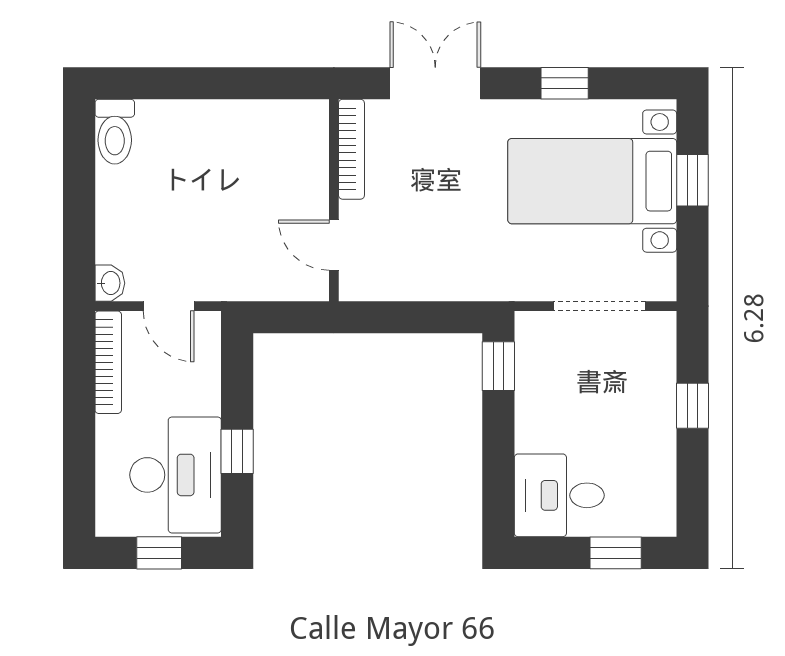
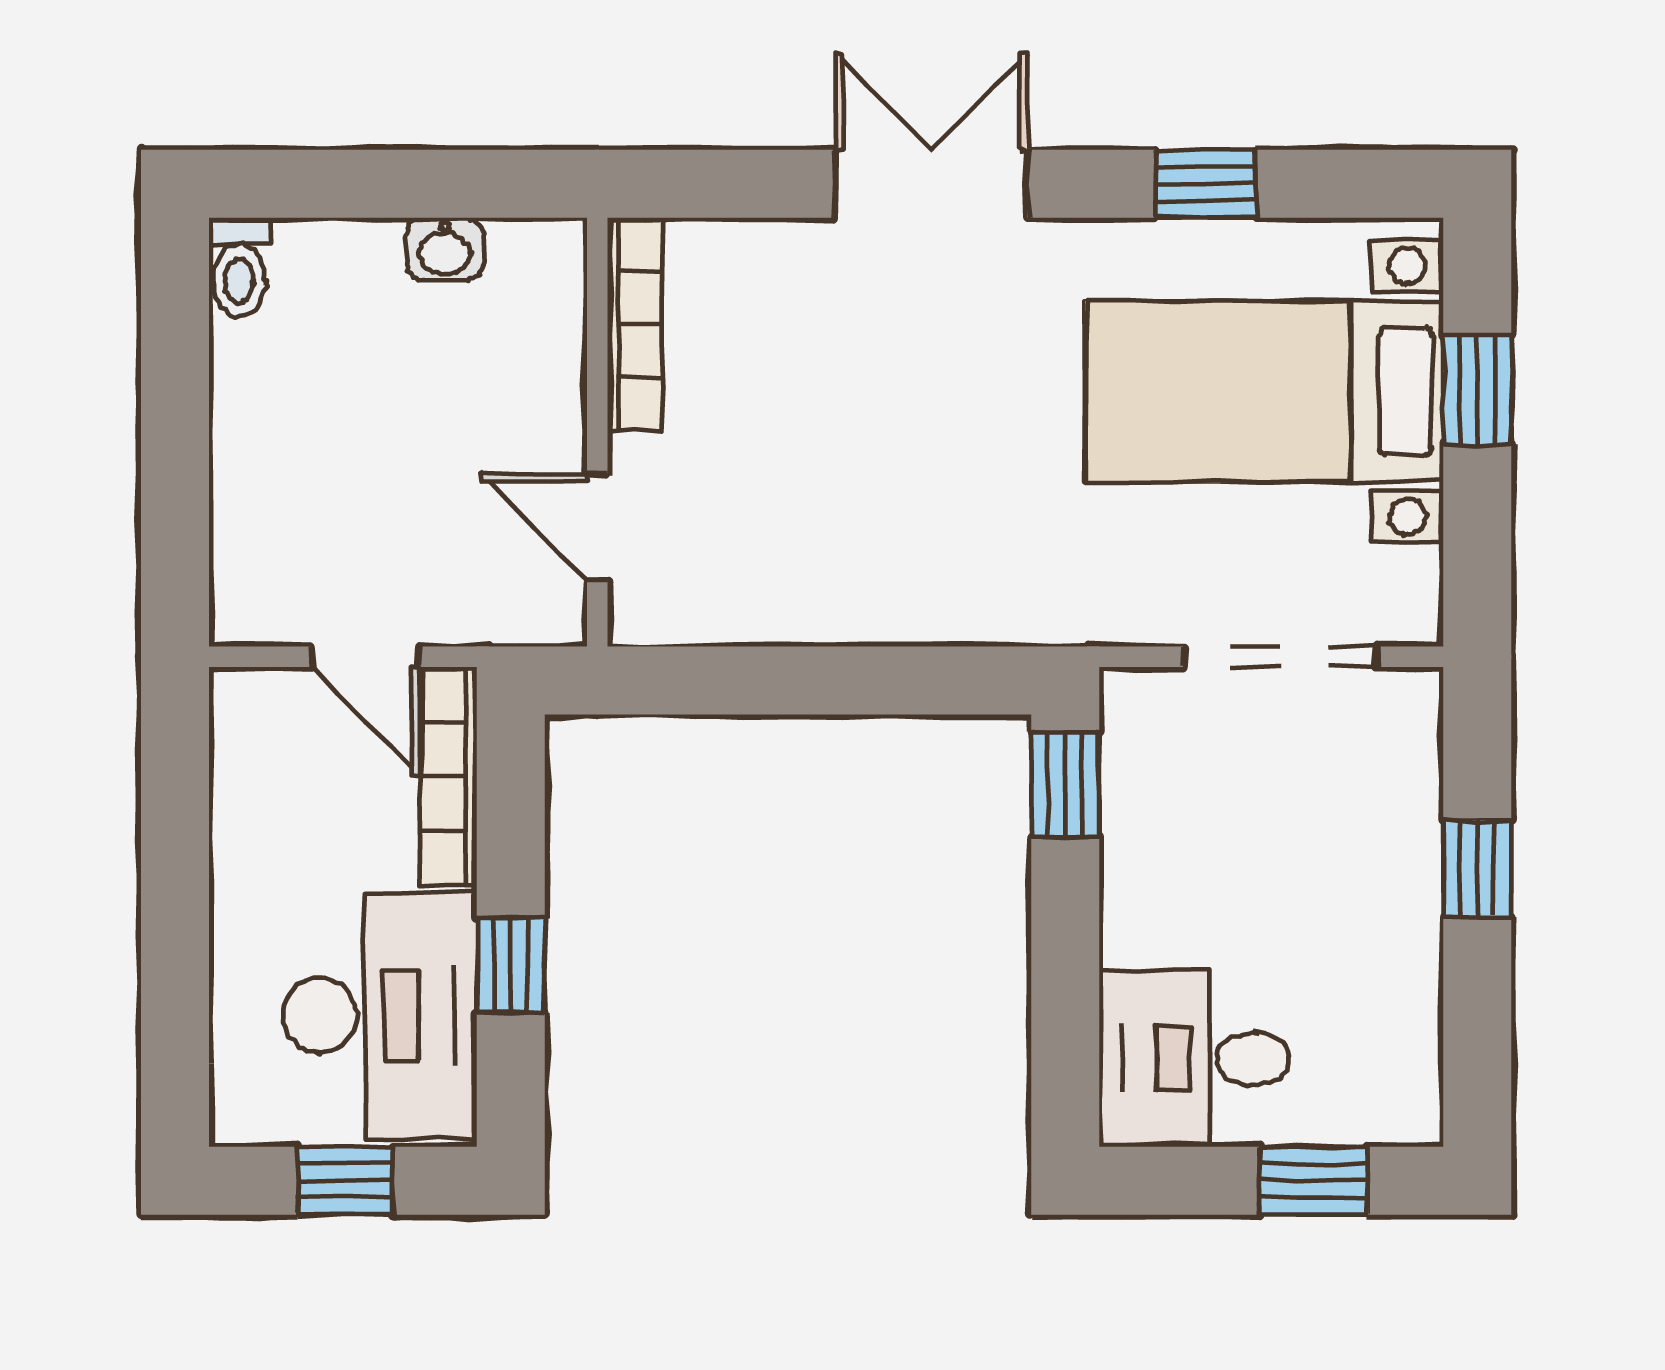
toilet: (115, 132) -> (239, 267), width x0.73, depth x0.72
bookcase: (351, 149) -> (635, 324), moved
wall: (334, 200) -> (597, 432), moved
door: (334, 245) -> (597, 527), moved
washbasin: (110, 283) -> (445, 249), moved, turned 90
bookcase: (108, 362) -> (449, 776), moved, turned 180

